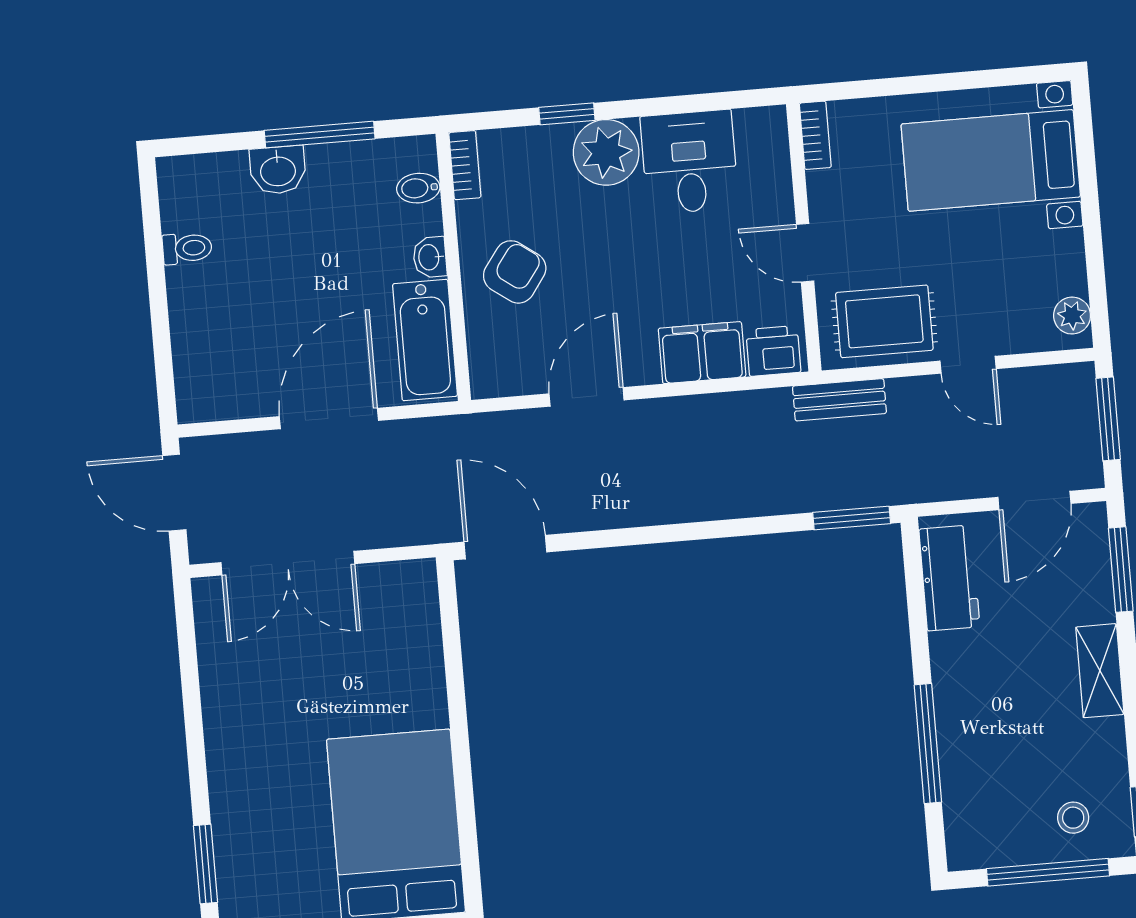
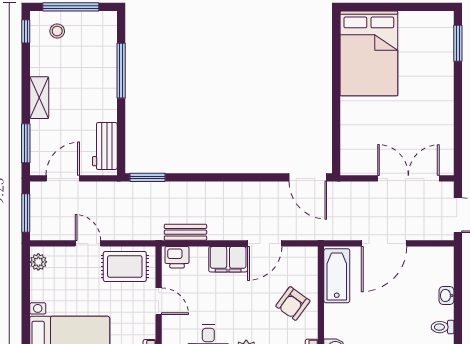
washbasin: (430, 257) -> (446, 296), moved, turned 180
filing cabinet: (702, 353) -> (228, 259), moved
bench: (839, 400) -> (185, 232), moved

